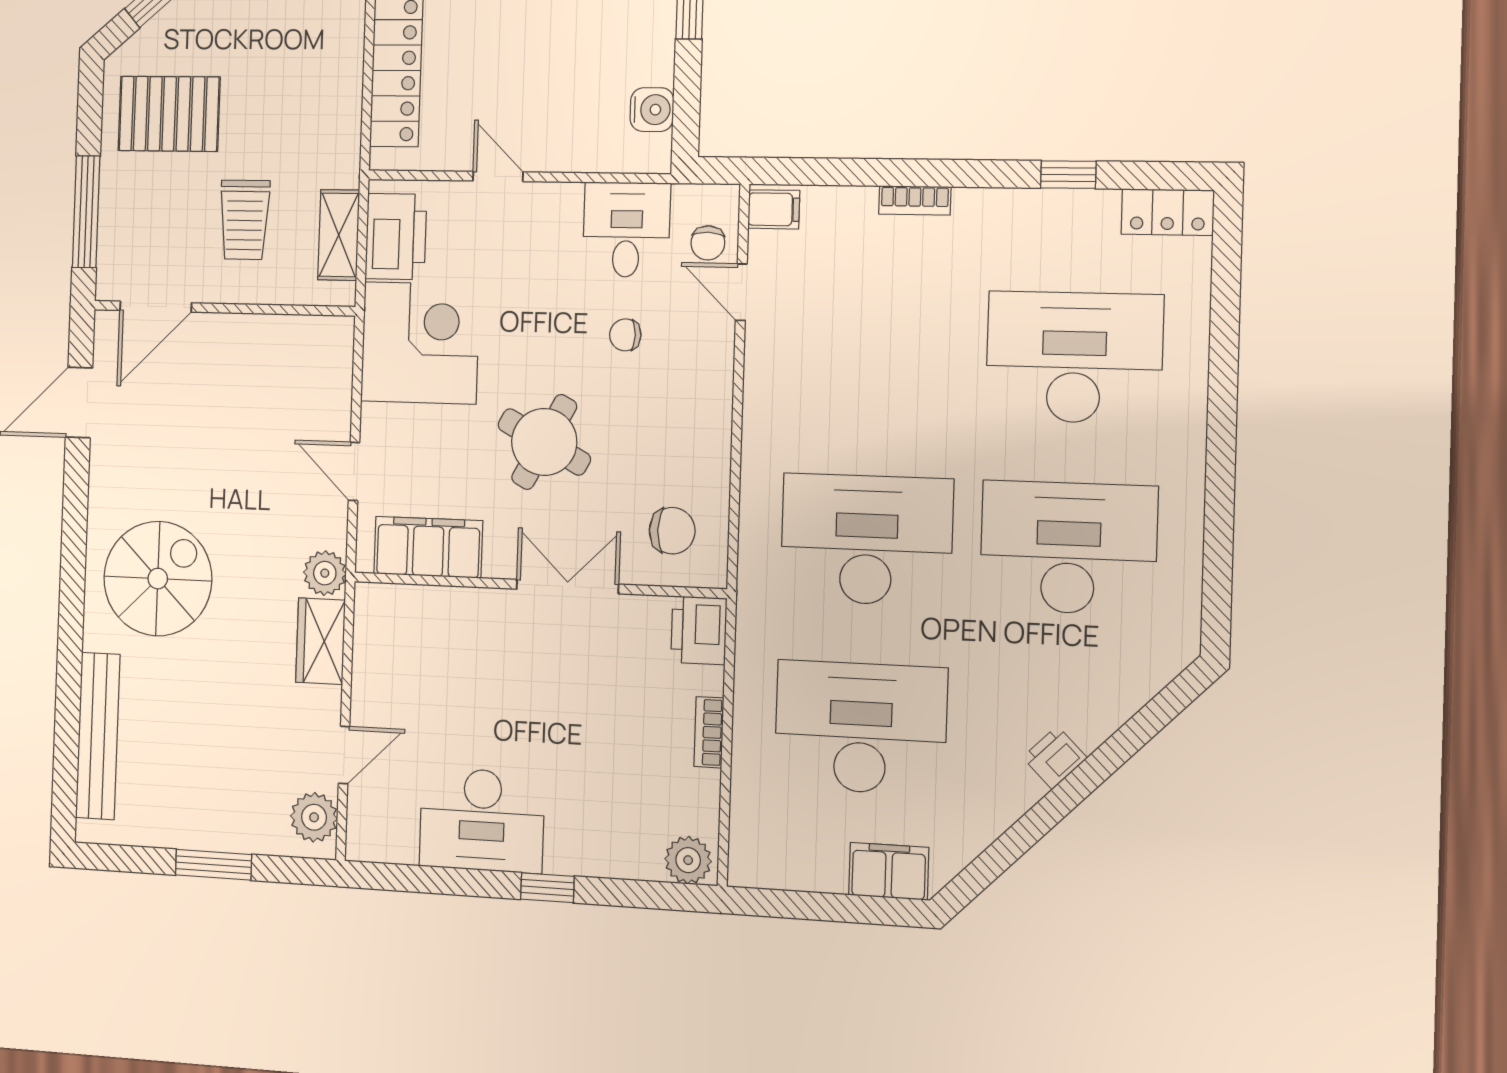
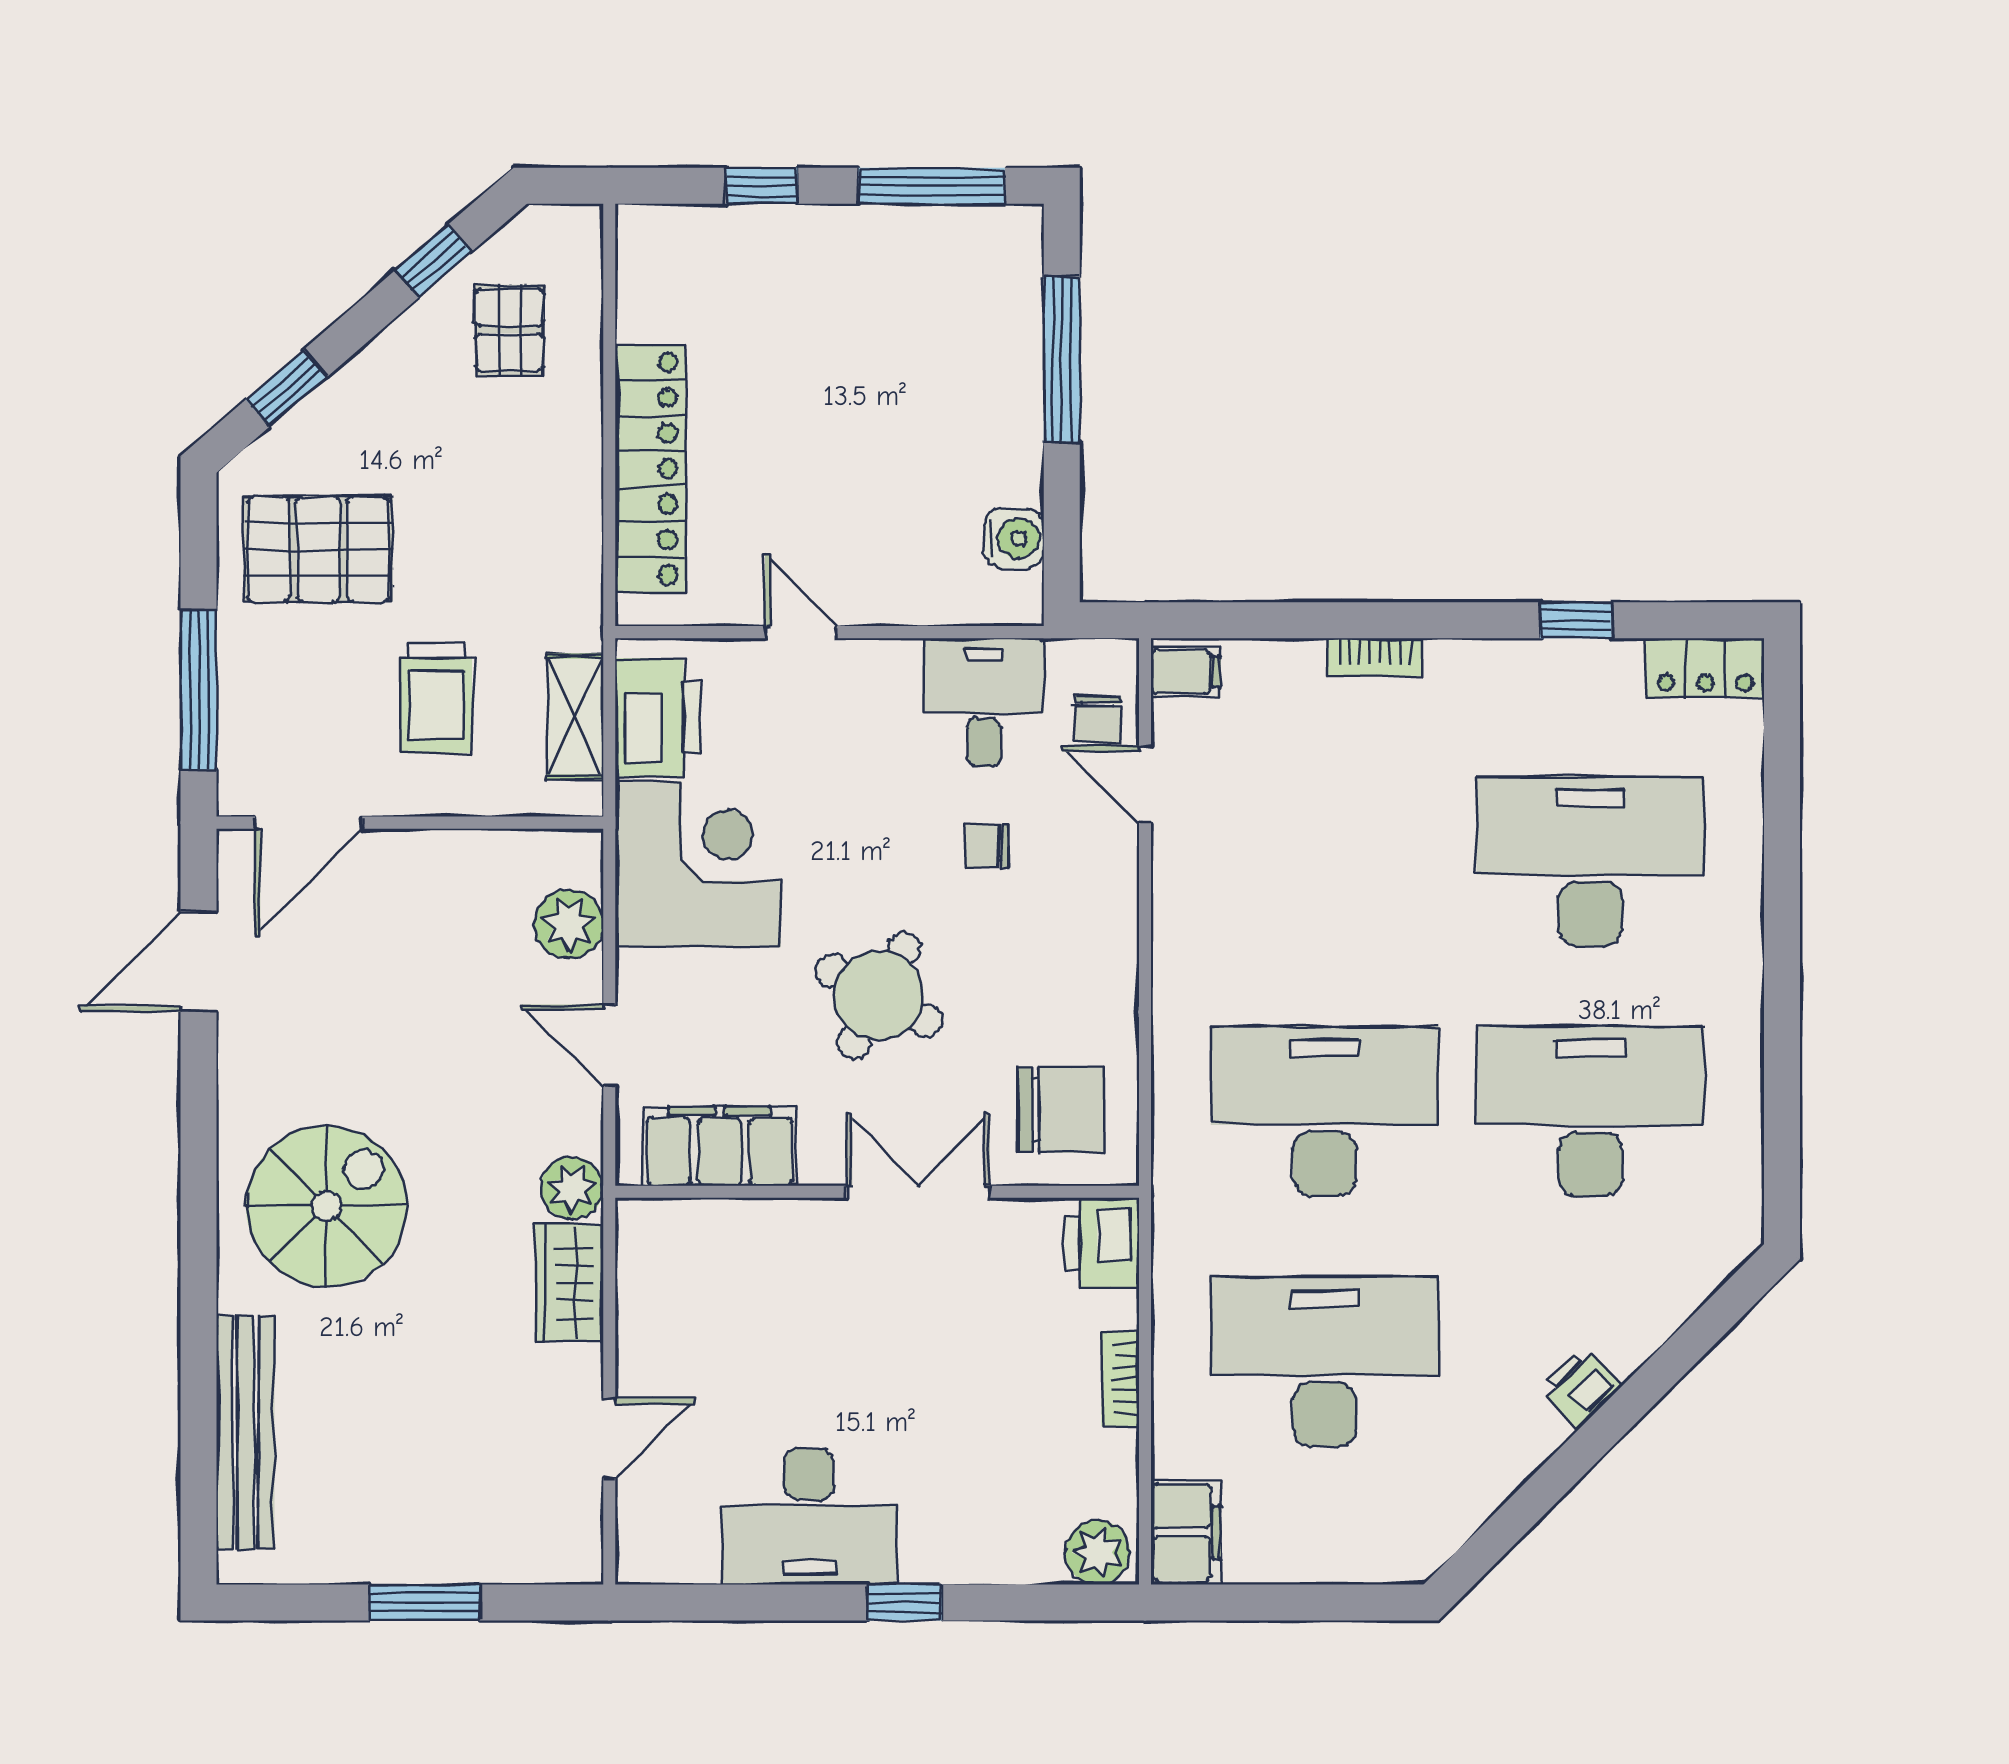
chair: (672, 531) -> (1061, 1110), width x1.37, depth x1.37
plant: (314, 817) -> (569, 924), moved
filing cabinet: (889, 871) -> (1186, 1532), moved, turned 90

